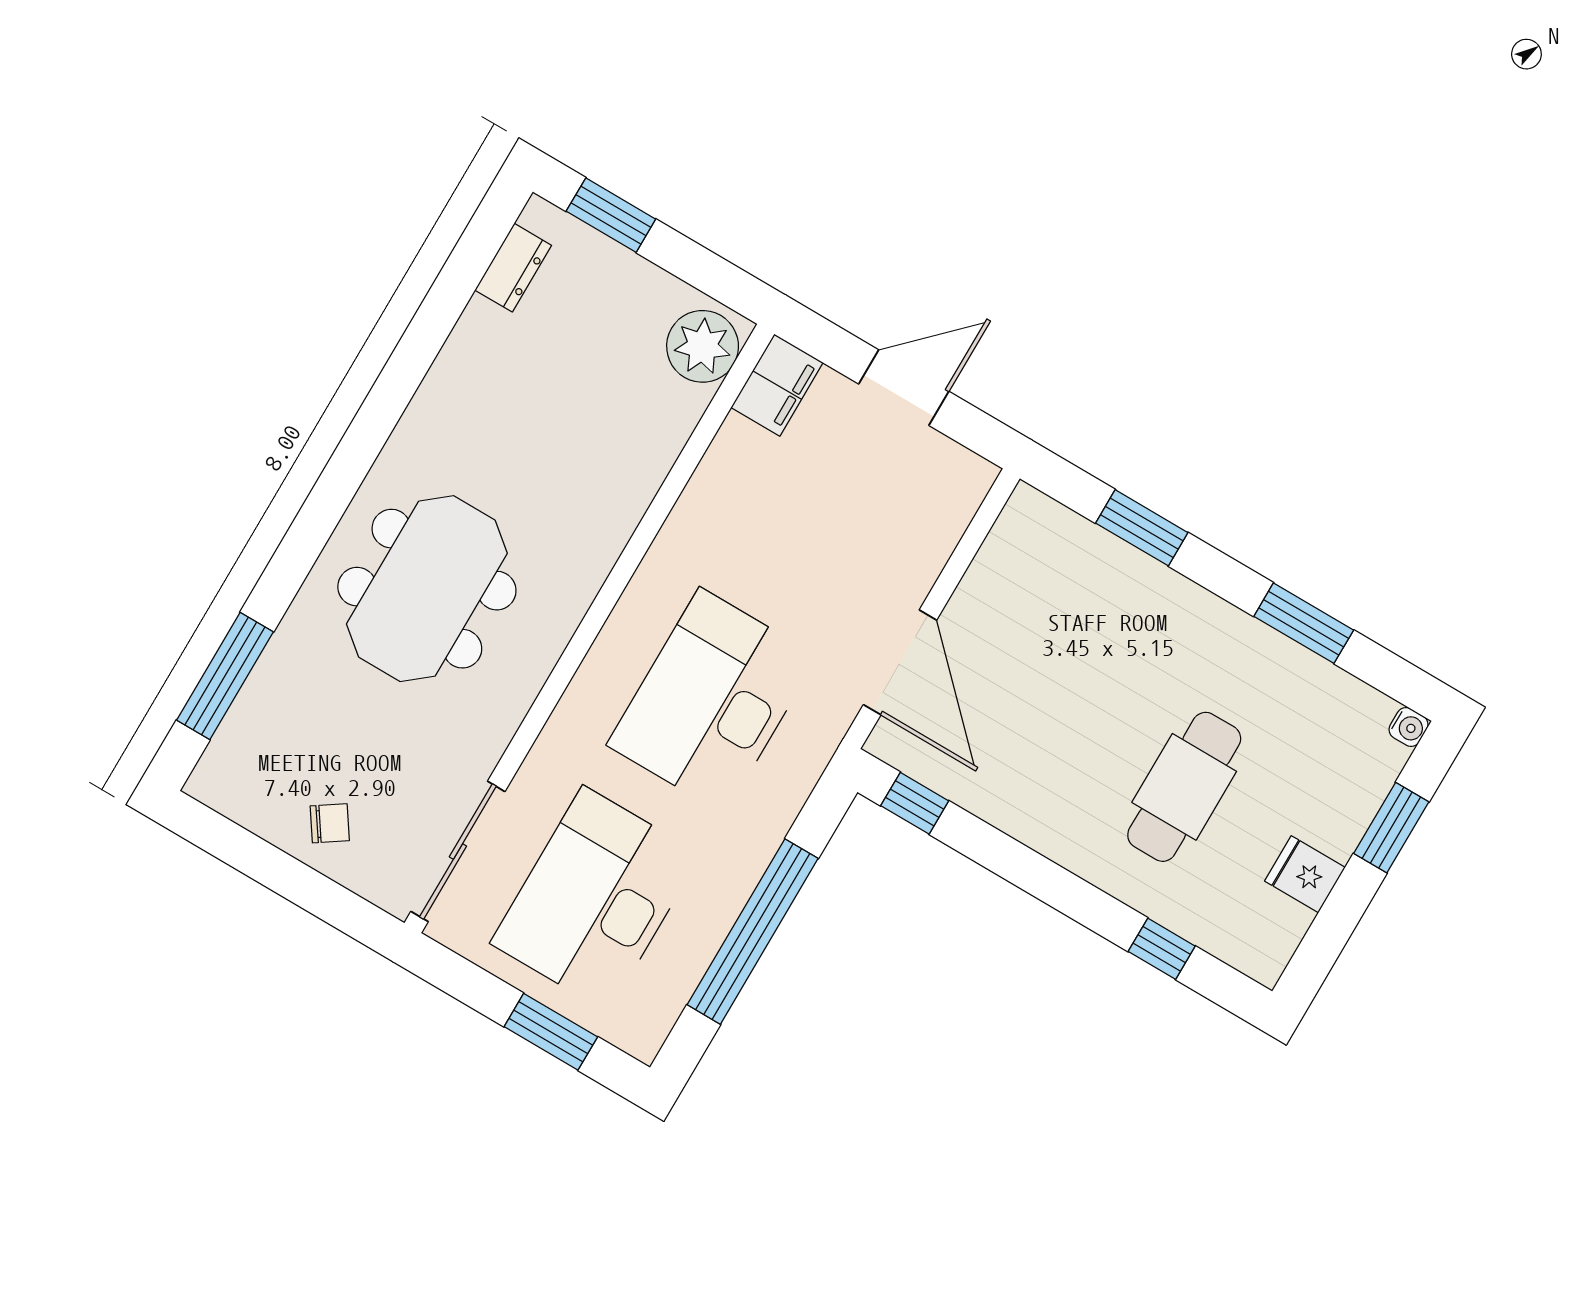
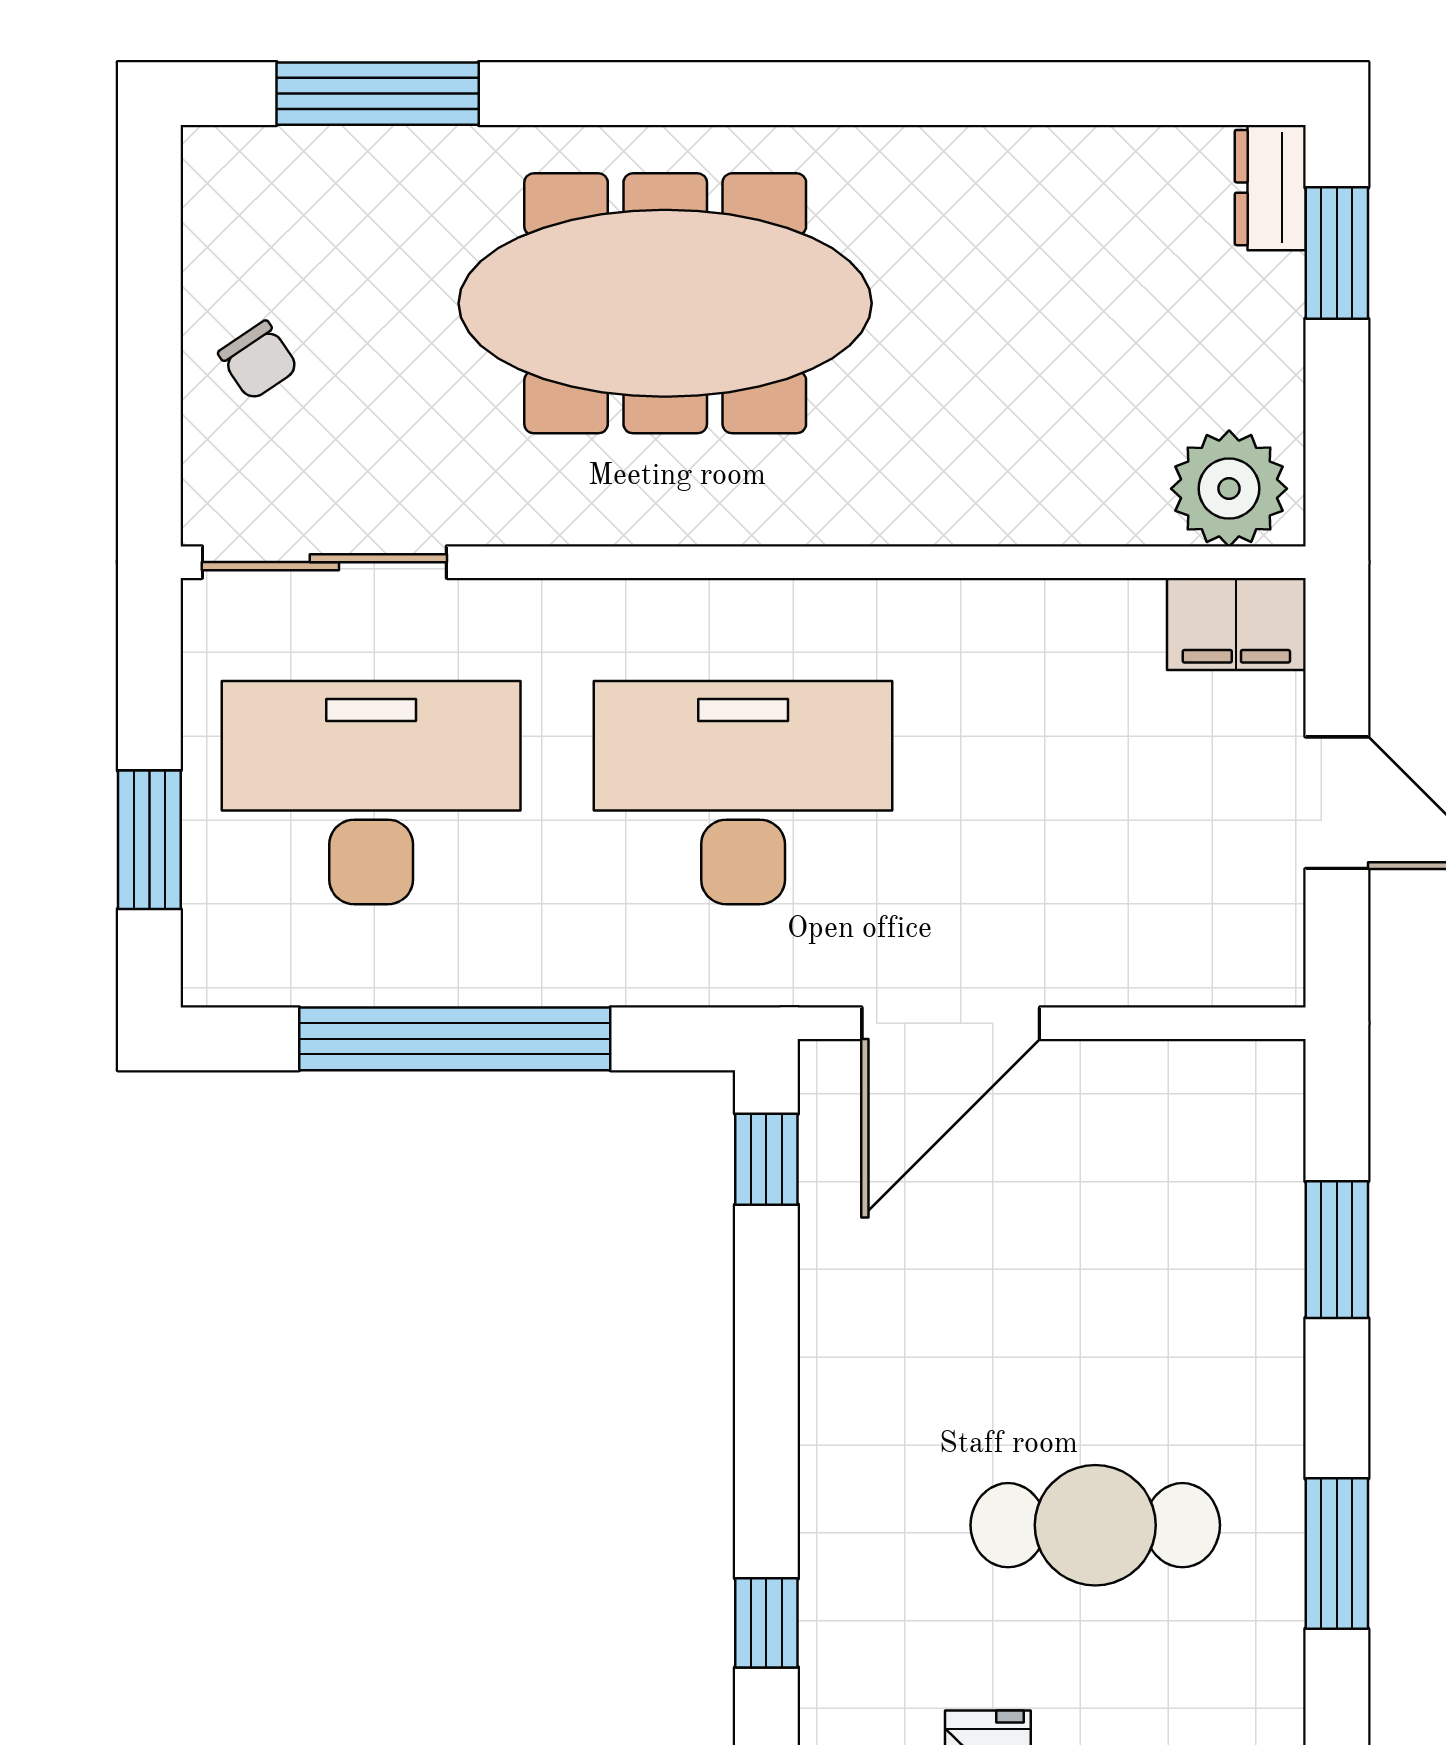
dresser: (513, 268) -> (1270, 188), moved, turned 90
meeting table: (427, 589) -> (665, 303), width x1.36
cafe table: (1184, 787) -> (1095, 1525), moved

